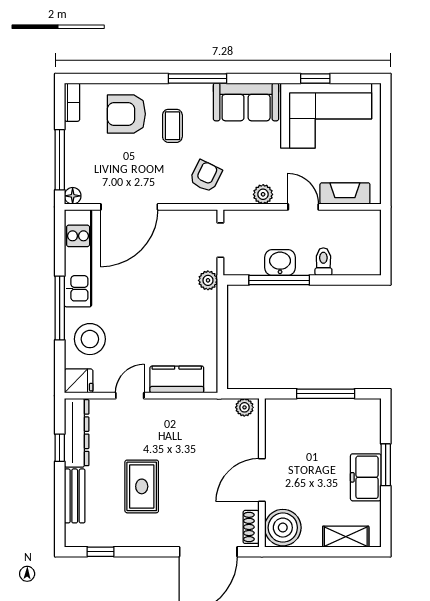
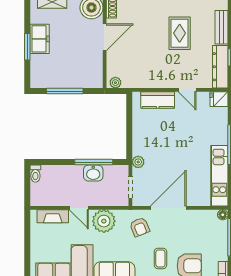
armchair: (206, 176) -> (140, 227), turned -48
plant: (263, 194) -> (104, 221), width x1.88, depth x1.88
door: (129, 207) -> (168, 208), moved
toilet: (323, 262) -> (35, 174), moved
stool: (90, 339) -> (212, 125), removed
door: (130, 396) -> (187, 90), hinge flipped

